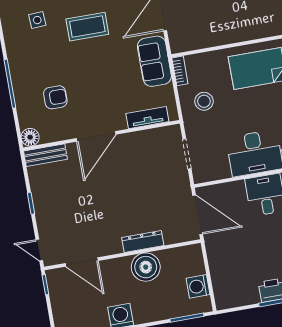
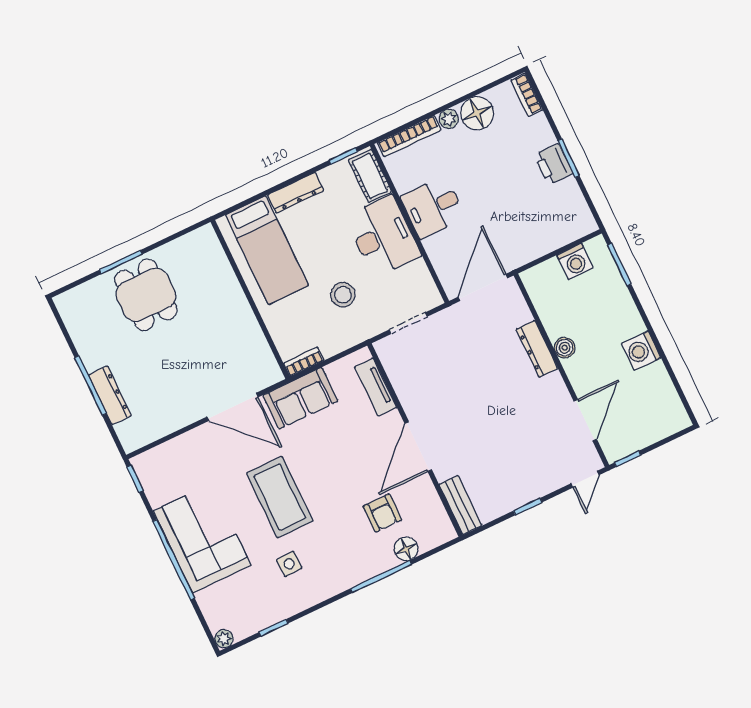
coffee table: (87, 27) -> (280, 497), width x1.36, depth x1.32
armchair: (55, 97) -> (382, 513), turned 180
stool: (204, 101) -> (343, 295), moved
door: (96, 136) -> (418, 447), swing flipped
floor lamp: (30, 137) -> (406, 549), moved
boiler: (146, 267) -> (565, 348), width x0.54, depth x0.54

